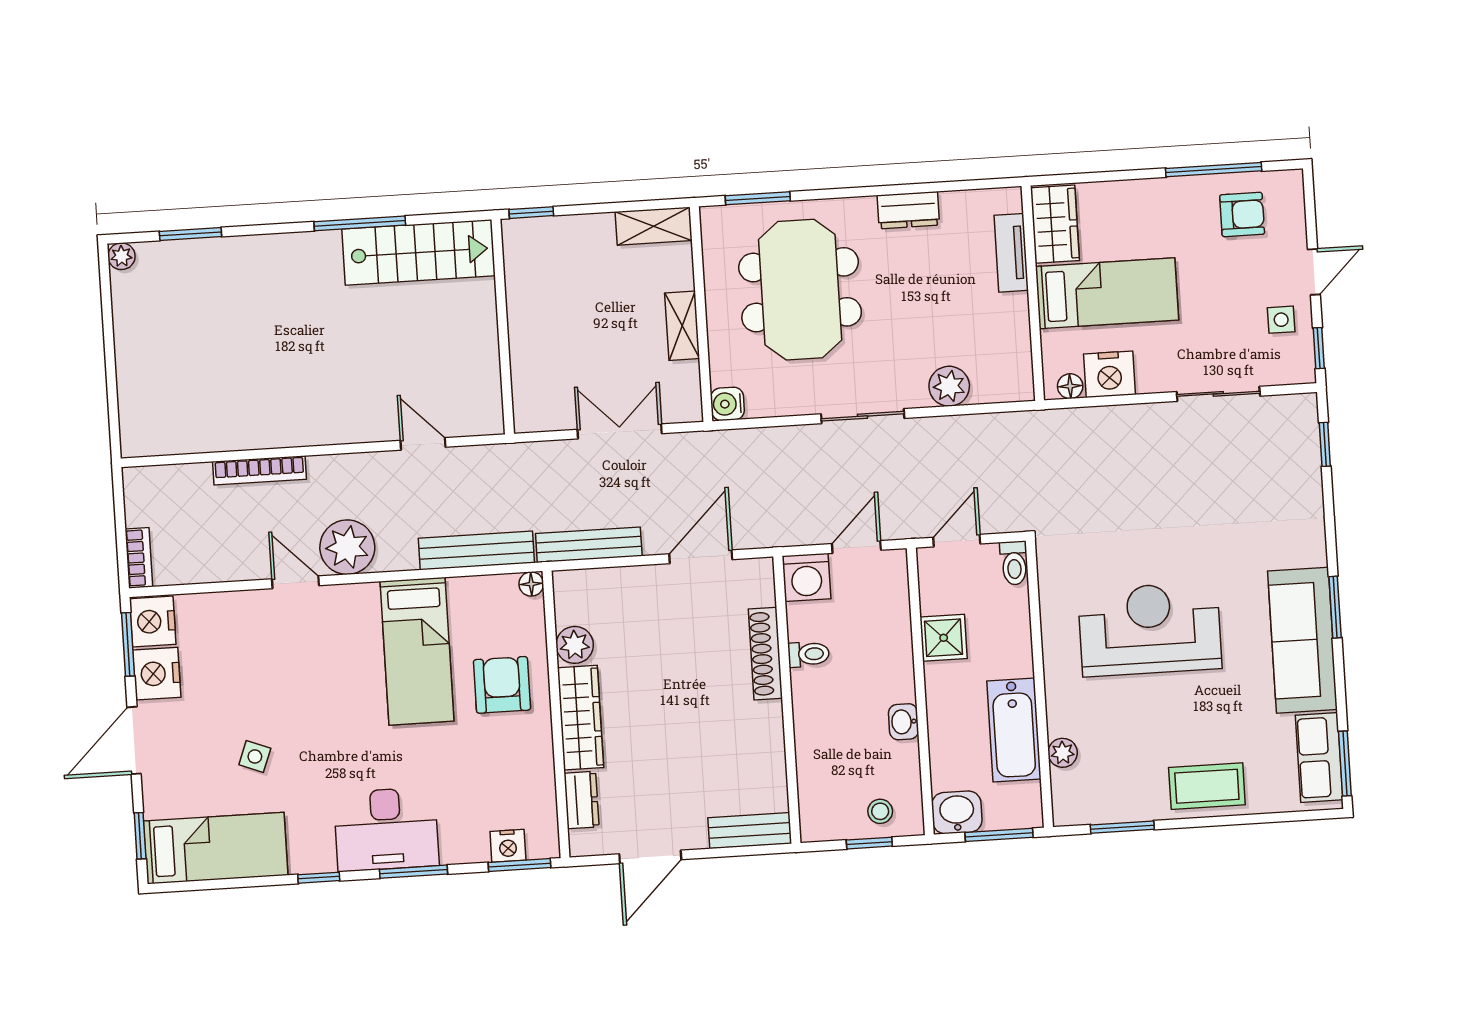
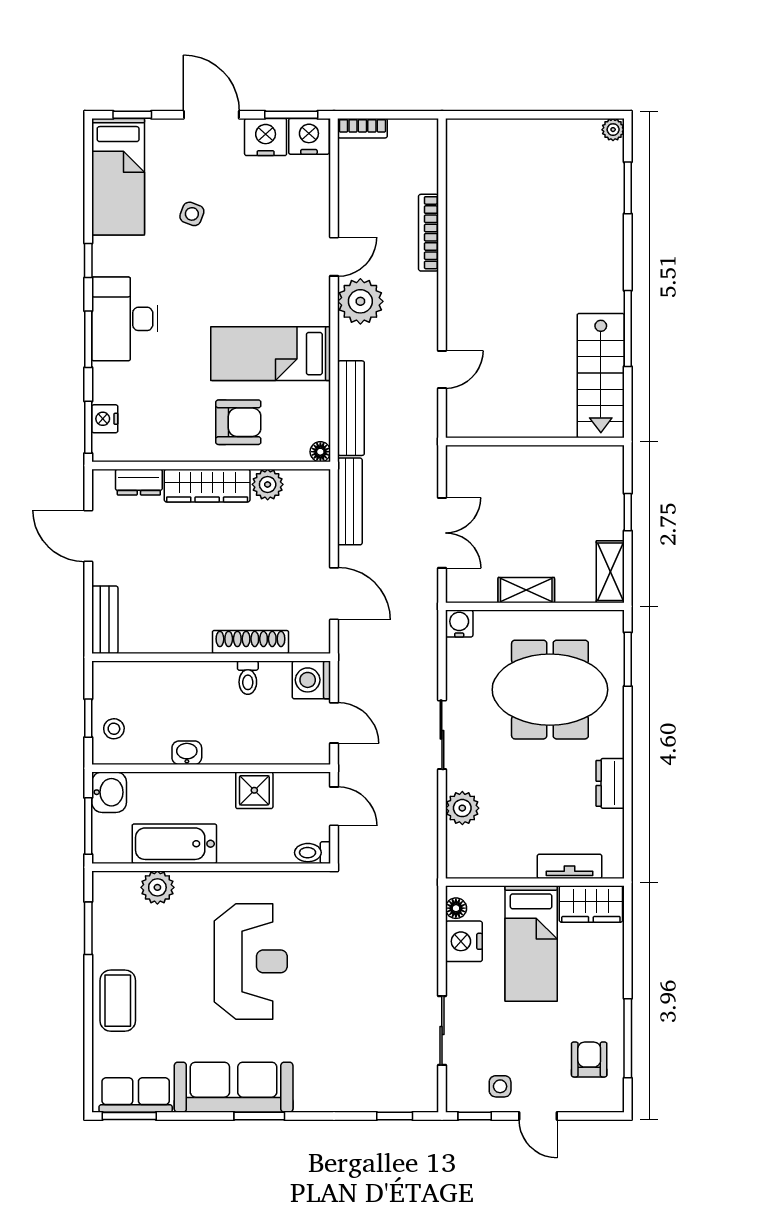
window: (531, 213) -> (628, 512), moved
armchair: (1242, 215) -> (589, 1059), turned 180
plant: (1063, 753) -> (157, 887), width x1.38, depth x1.38

